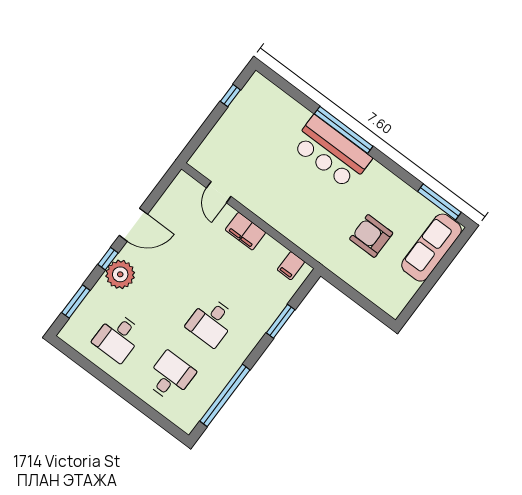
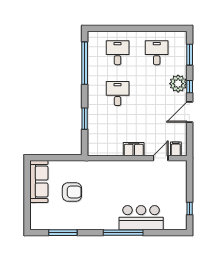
bar counter: (331, 152) -> (141, 218), moved
door: (219, 192) -> (161, 158), hinge flipped
window: (439, 202) -> (63, 233), moved
sofa: (432, 248) -> (39, 181), moved
filing cabinet: (291, 266) -> (176, 149), moved
desk: (170, 376) -> (118, 53), turned 180

